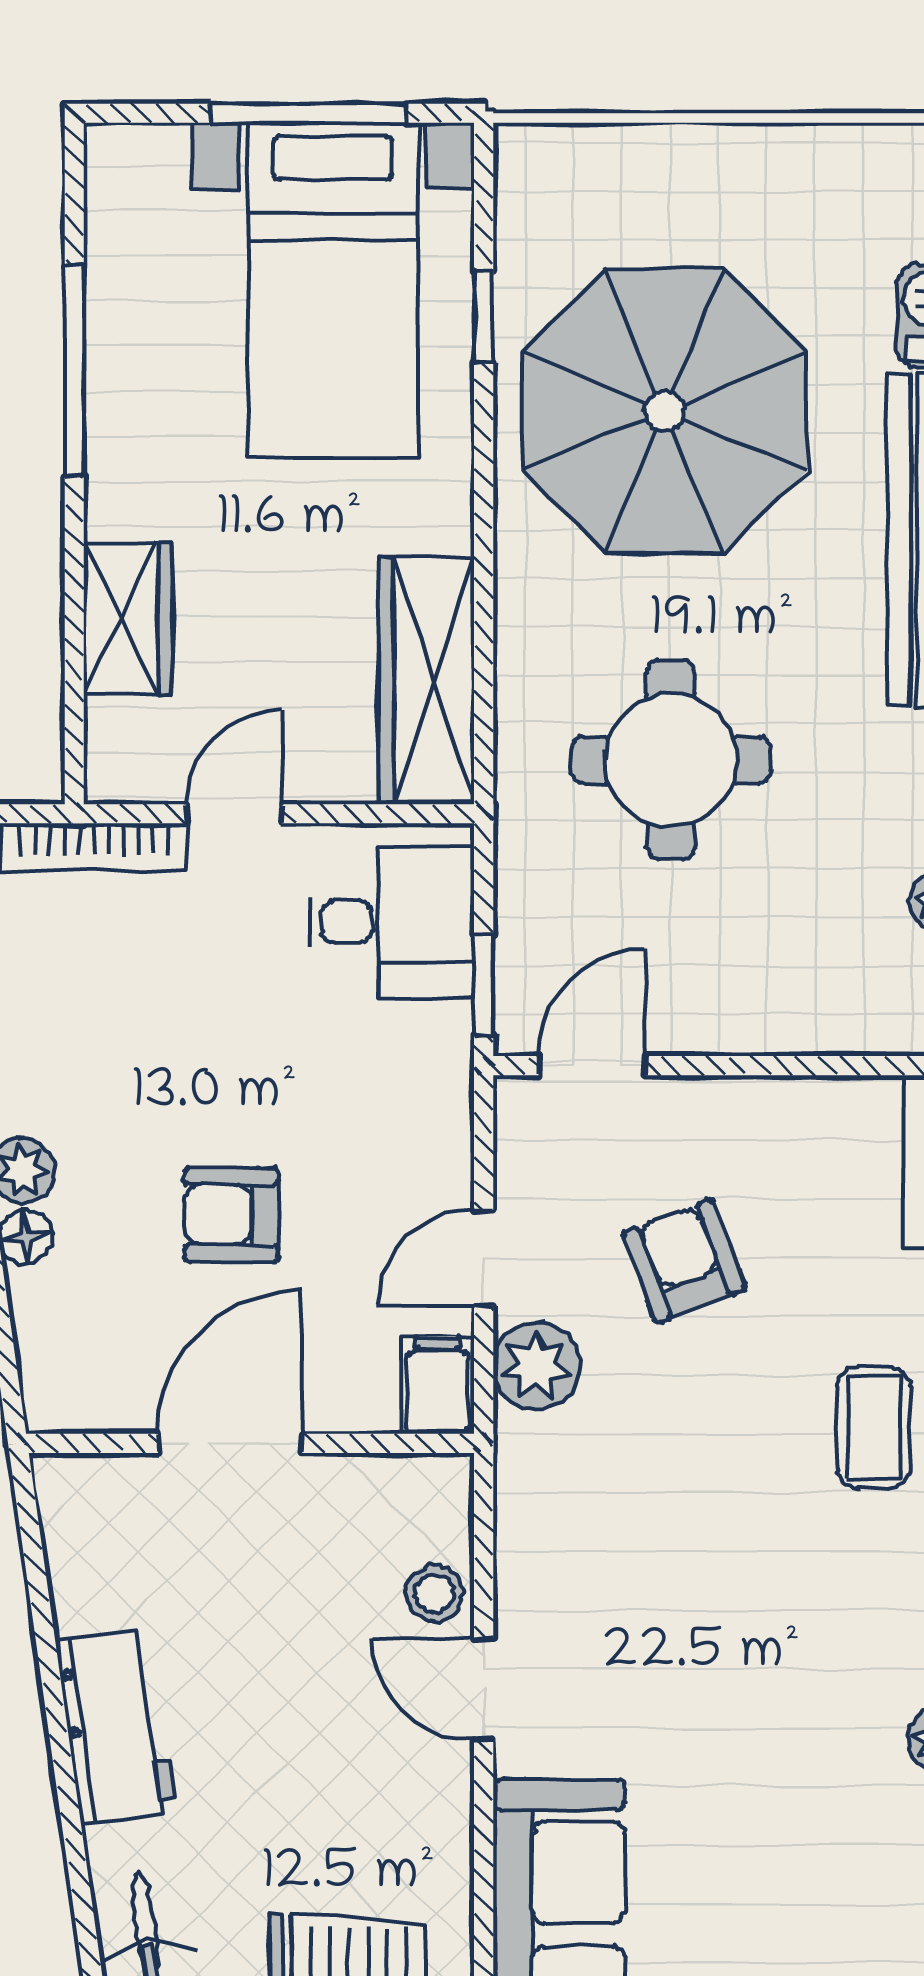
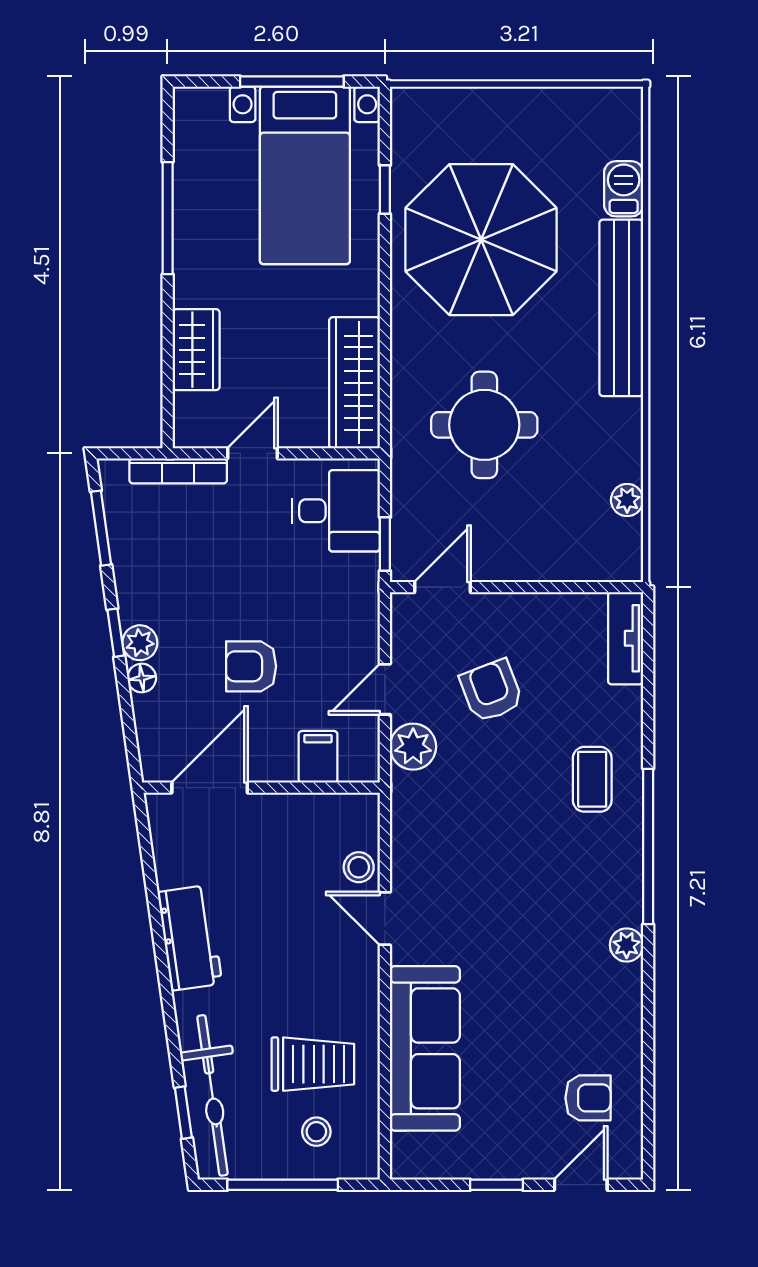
filing cabinet: (438, 1385) -> (318, 757), moved
door: (230, 1443) -> (210, 788), moved

